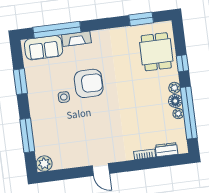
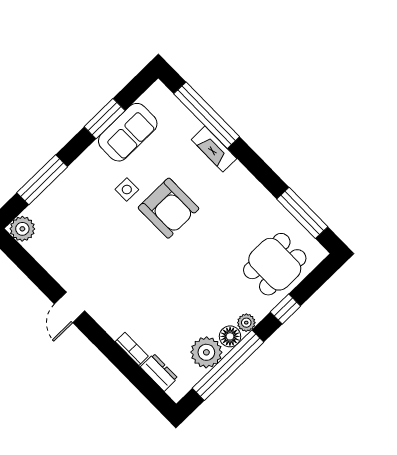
window: (141, 19) -> (302, 213), width x1.44
sofa: (44, 48) -> (128, 132), moved, turned -90
plant: (178, 114) -> (206, 352), width x1.88, depth x1.88

